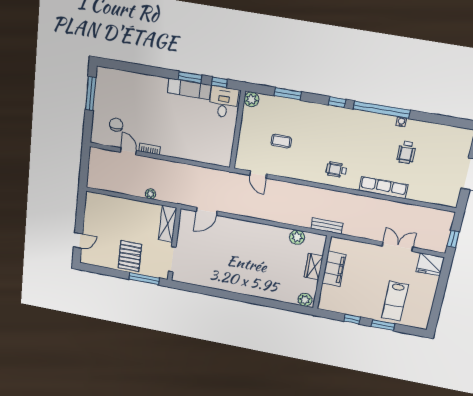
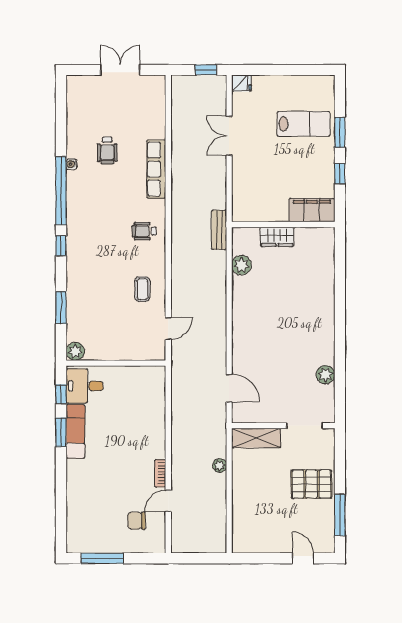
coffee table: (281, 141) -> (142, 289), moved
wheelchair: (406, 152) -> (107, 150), turned 90
wheelchair: (336, 170) -> (144, 231), turned 90
fridge: (430, 264) -> (241, 83), width x0.53, depth x0.75
filing cabinet: (334, 269) -> (312, 210), moved
window: (144, 279) -> (340, 515), moved
plant: (305, 300) -> (325, 375), moved

